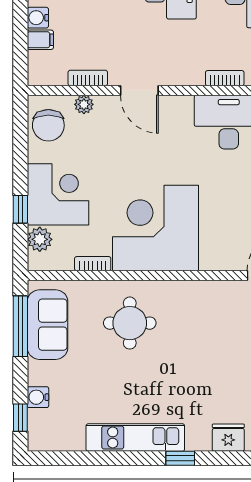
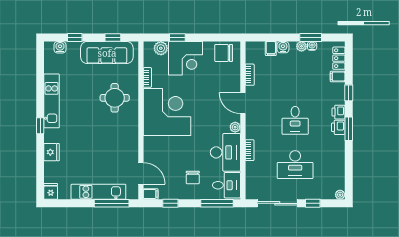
door: (139, 90) -> (243, 103), hinge flipped
plant: (84, 104) -> (235, 127), moved
sofa: (47, 325) -> (107, 53), width x1.36
window: (20, 326) -> (113, 38), width x0.46
water cooler: (38, 397) -> (60, 47), moved
window: (20, 418) -> (75, 38), moved

